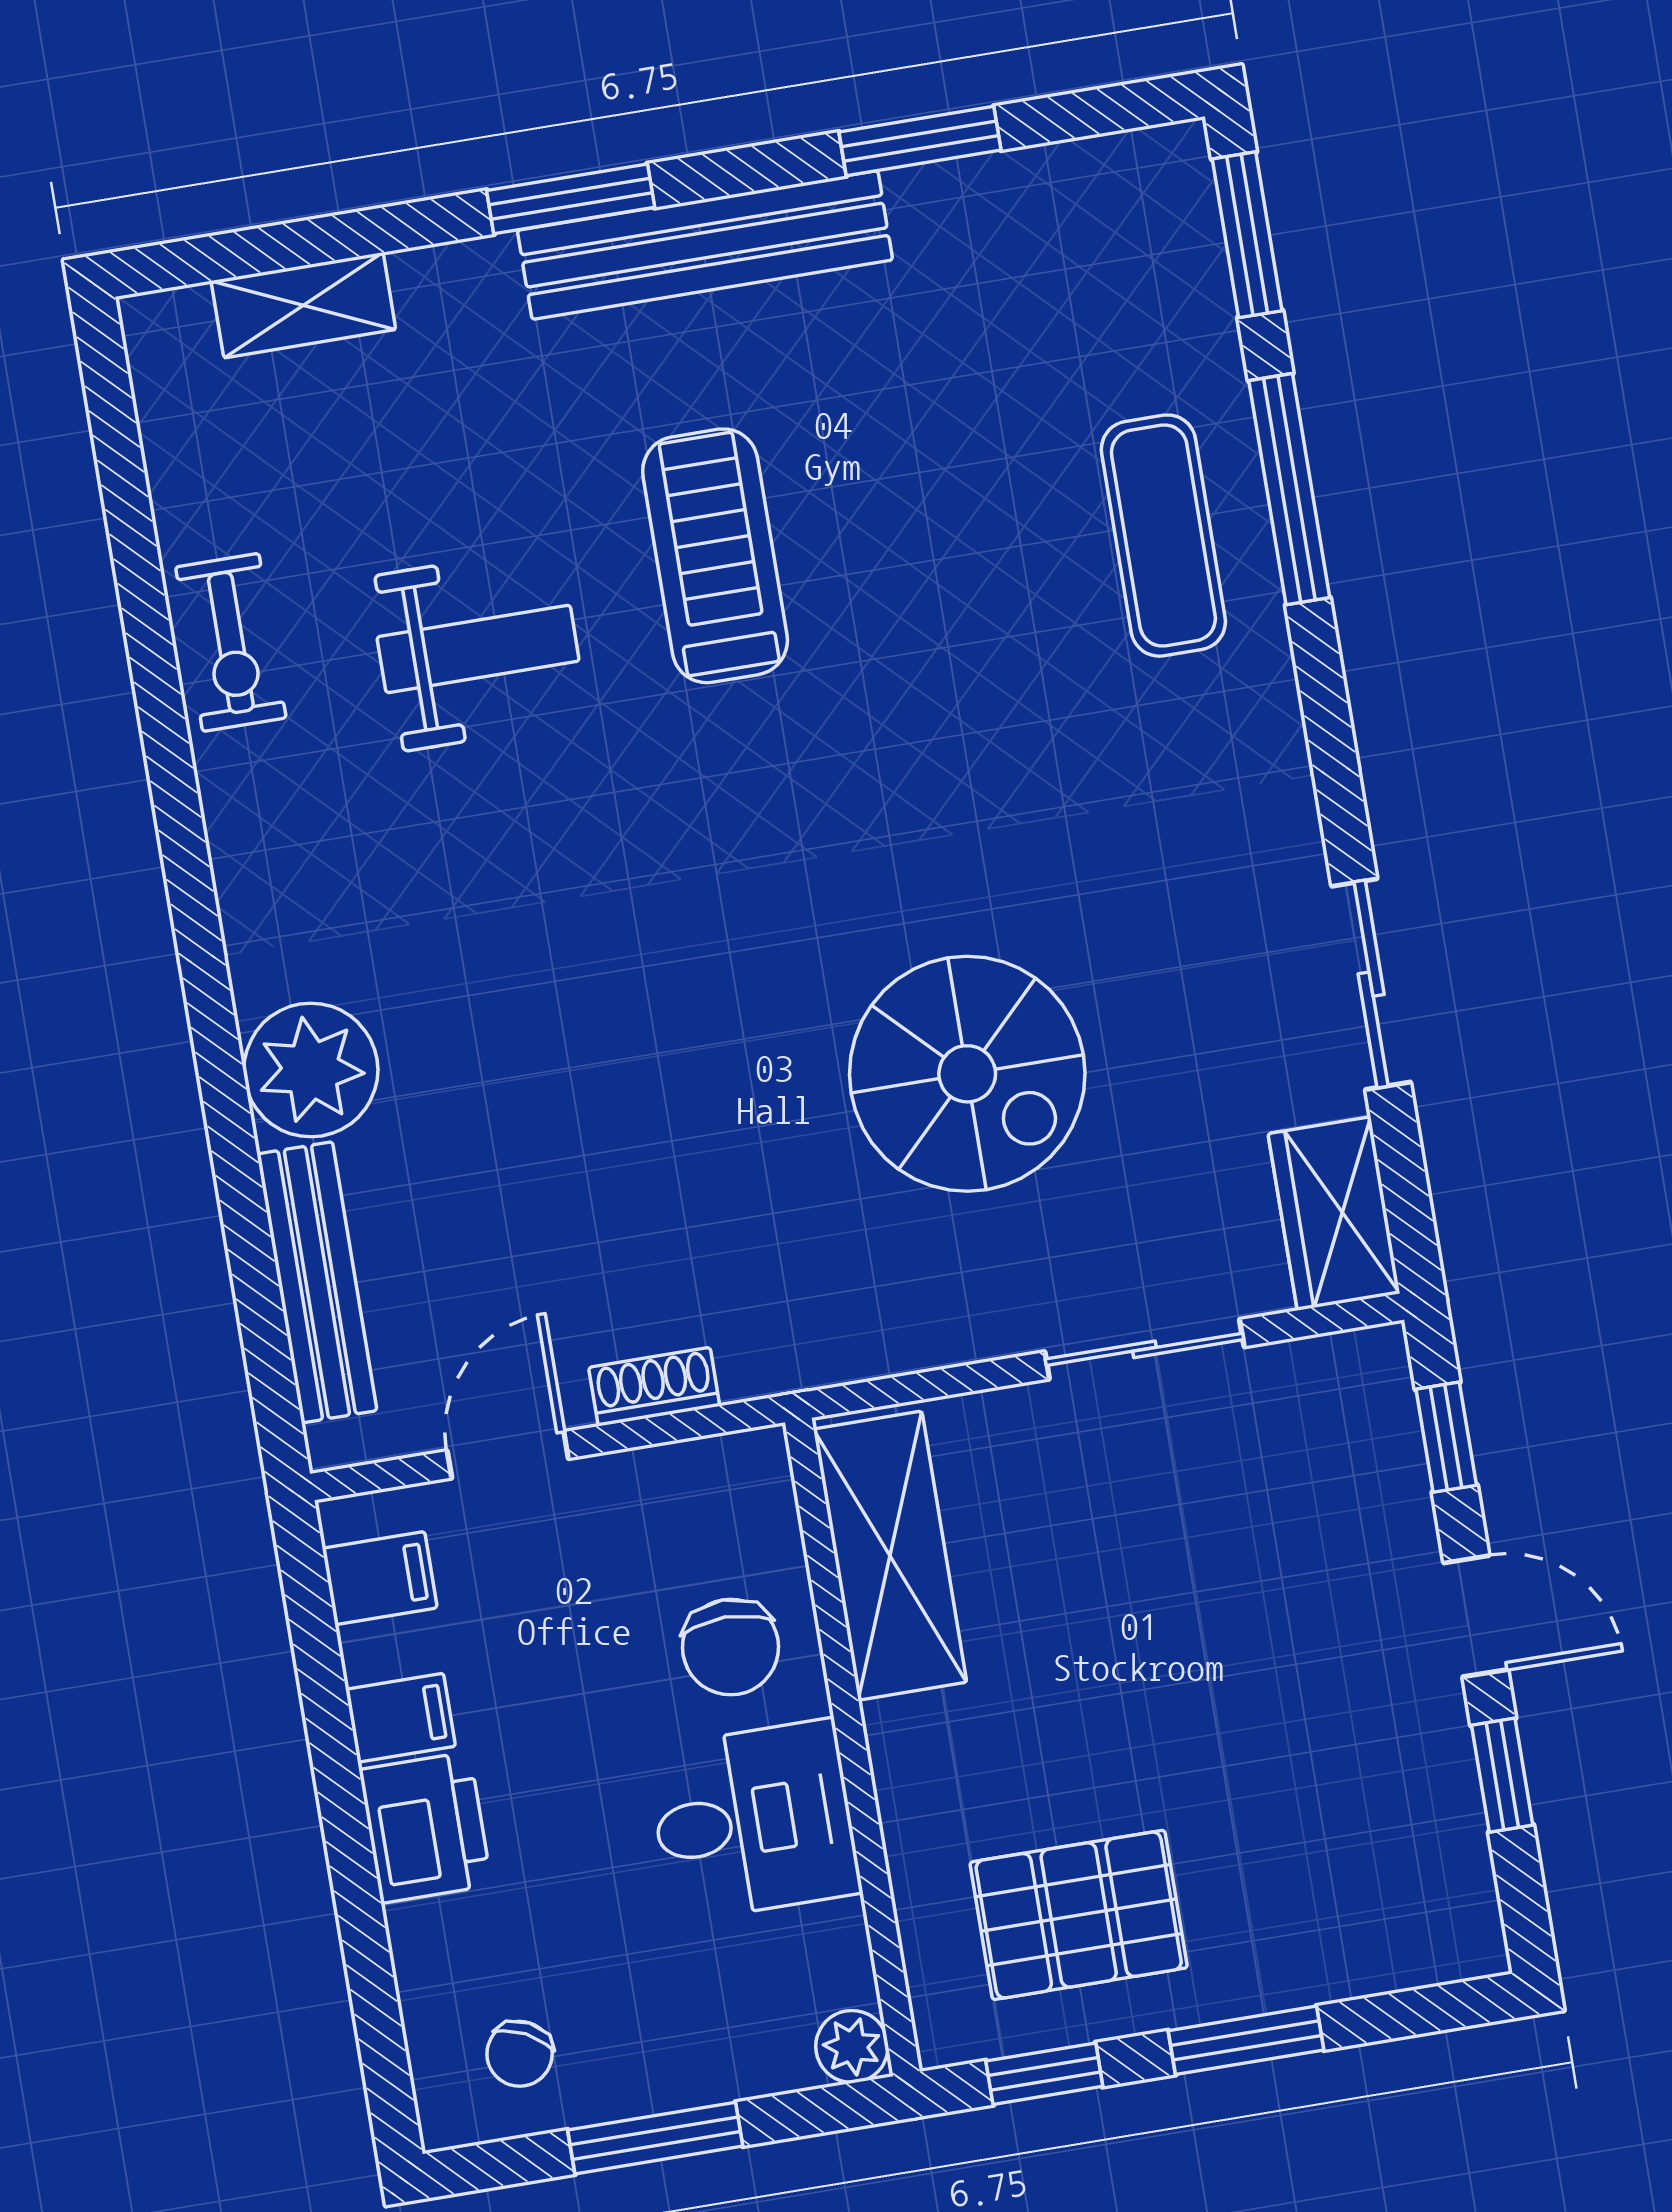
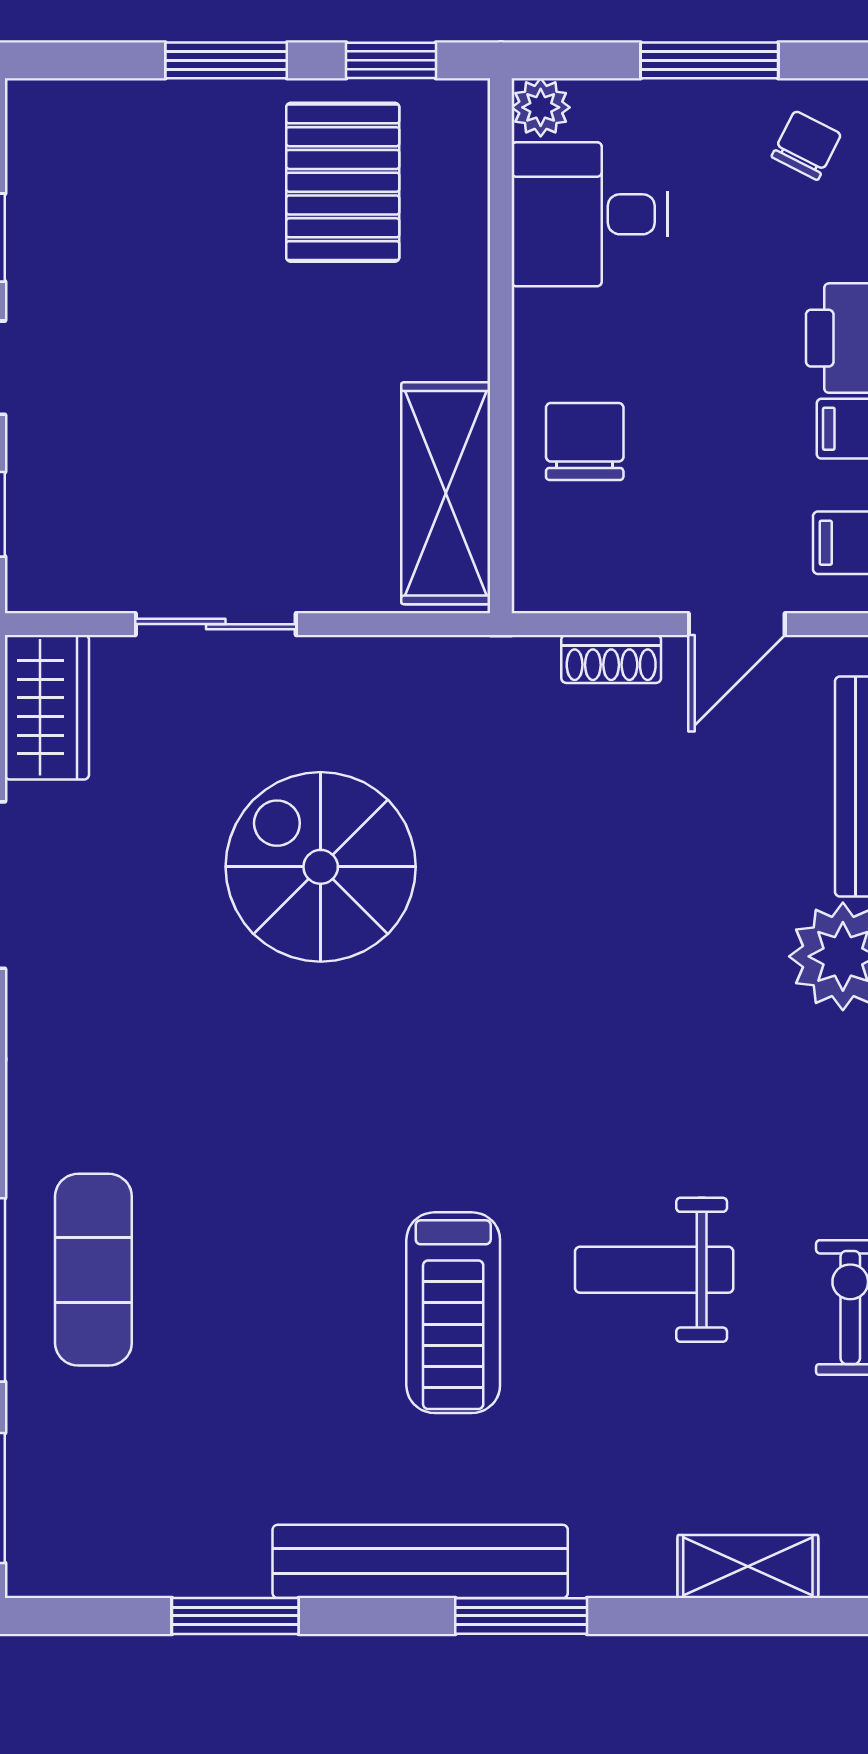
desk: (754, 1821) -> (589, 214), moved
pallet: (1079, 1915) -> (343, 182), turned 90

